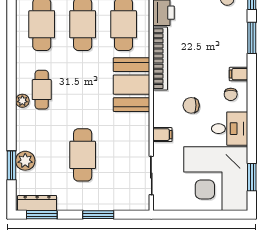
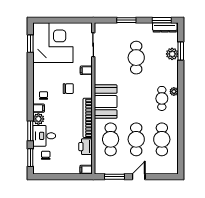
plant: (239, 57) -> (38, 119), added
desk: (230, 129) -> (44, 136), moved

